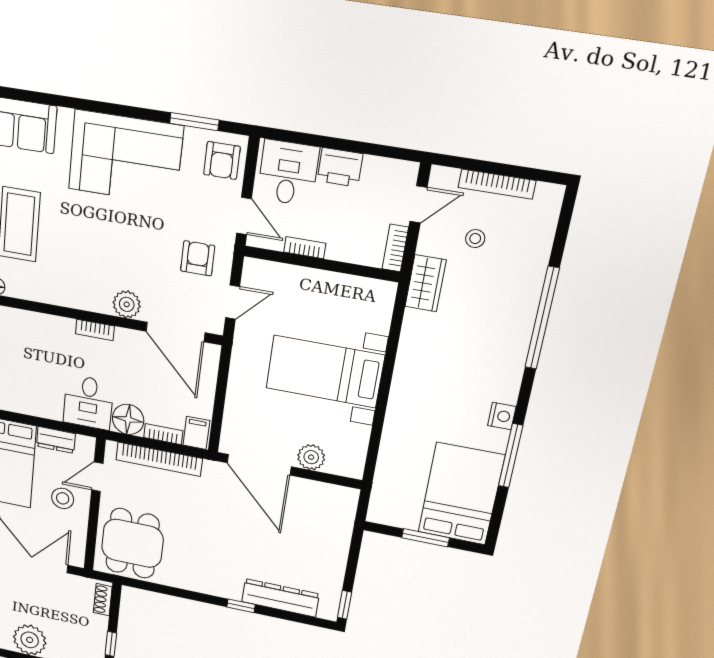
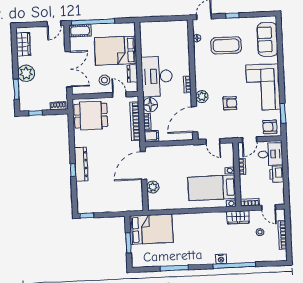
armchair: (198, 258) -> (230, 103), moved
bed with nightstands: (325, 372) -> (212, 188), moved, turned -90
desk: (88, 402) -> (157, 76), width x1.87, depth x1.30
nightstand: (502, 416) -> (221, 259), moved
bed: (461, 494) -> (151, 229), moved
dresser: (280, 598) -> (81, 164), moved

